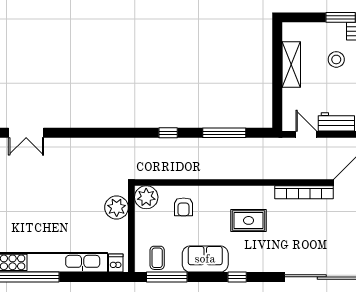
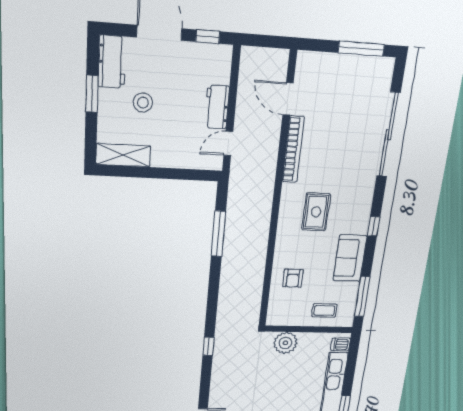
shelving: (291, 65) -> (123, 155), moved
window: (168, 133) -> (208, 346), moved
plant: (146, 197) -> (278, 315), removed
armchair: (184, 207) -> (293, 278), turned 90
coffee table: (157, 258) -> (324, 310), moved

